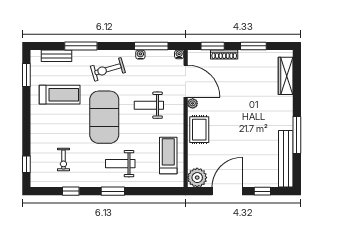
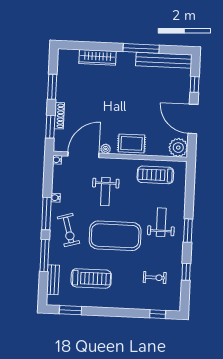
window: (151, 46) -> (46, 214), moved
wardrobe: (286, 76) -> (97, 57), moved
treadmill: (60, 95) -> (91, 278), turned 90
weight bench: (120, 164) -> (161, 222), turned 180

